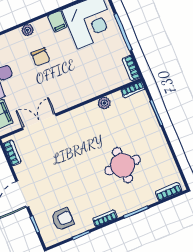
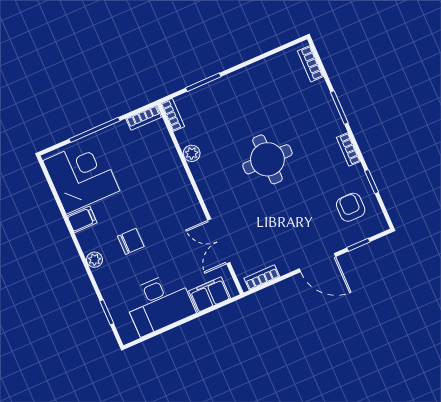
round table: (123, 165) -> (267, 159), moved

